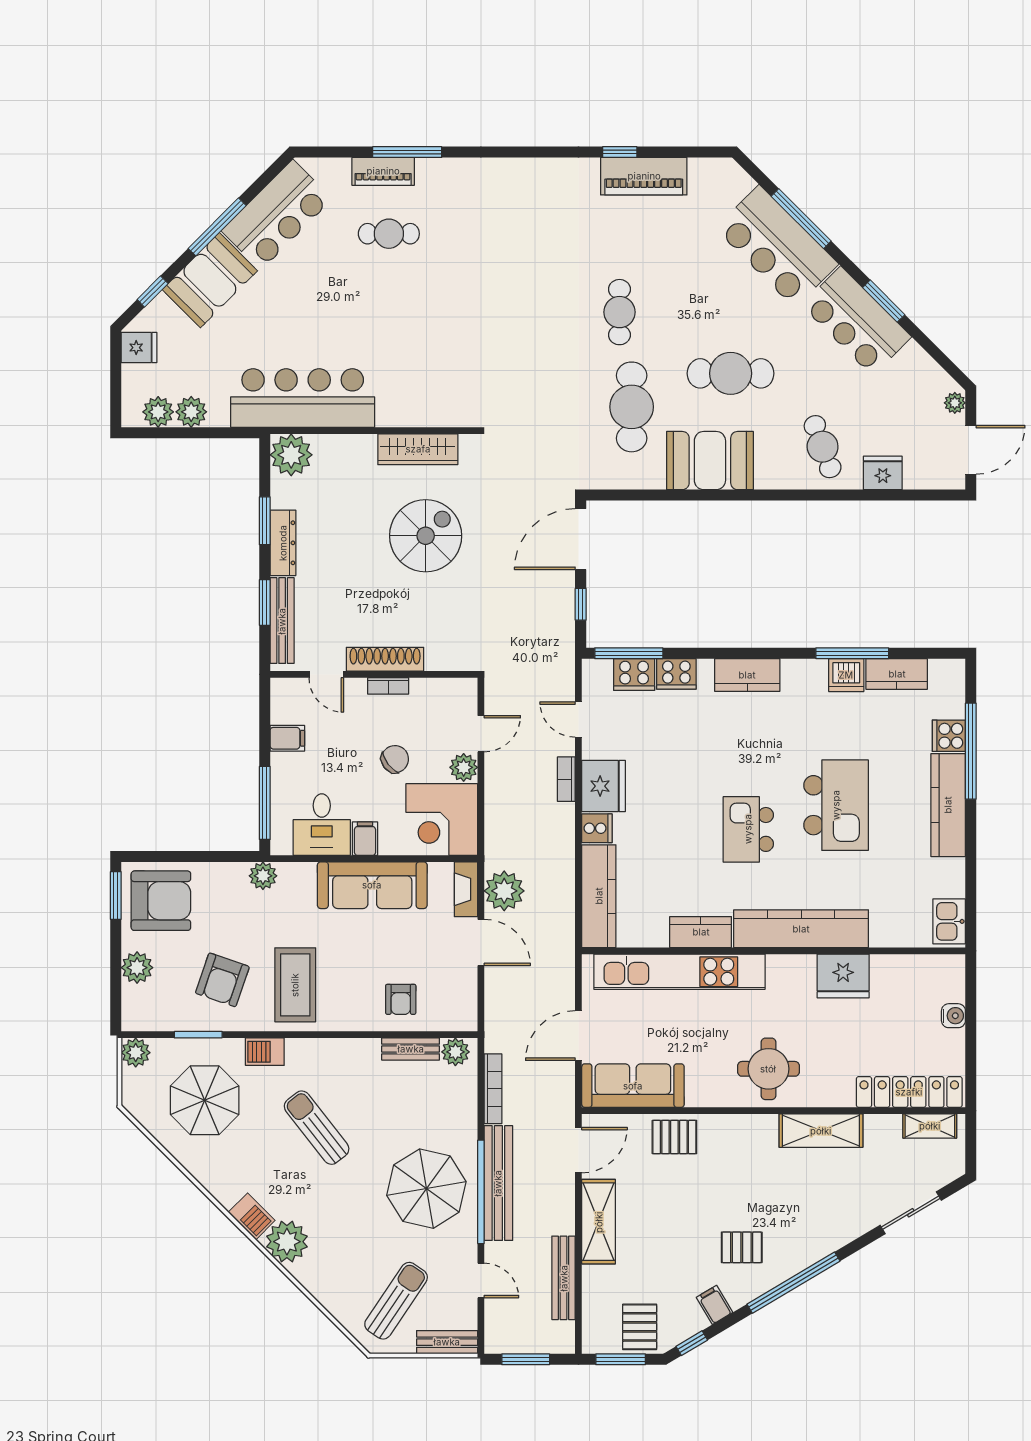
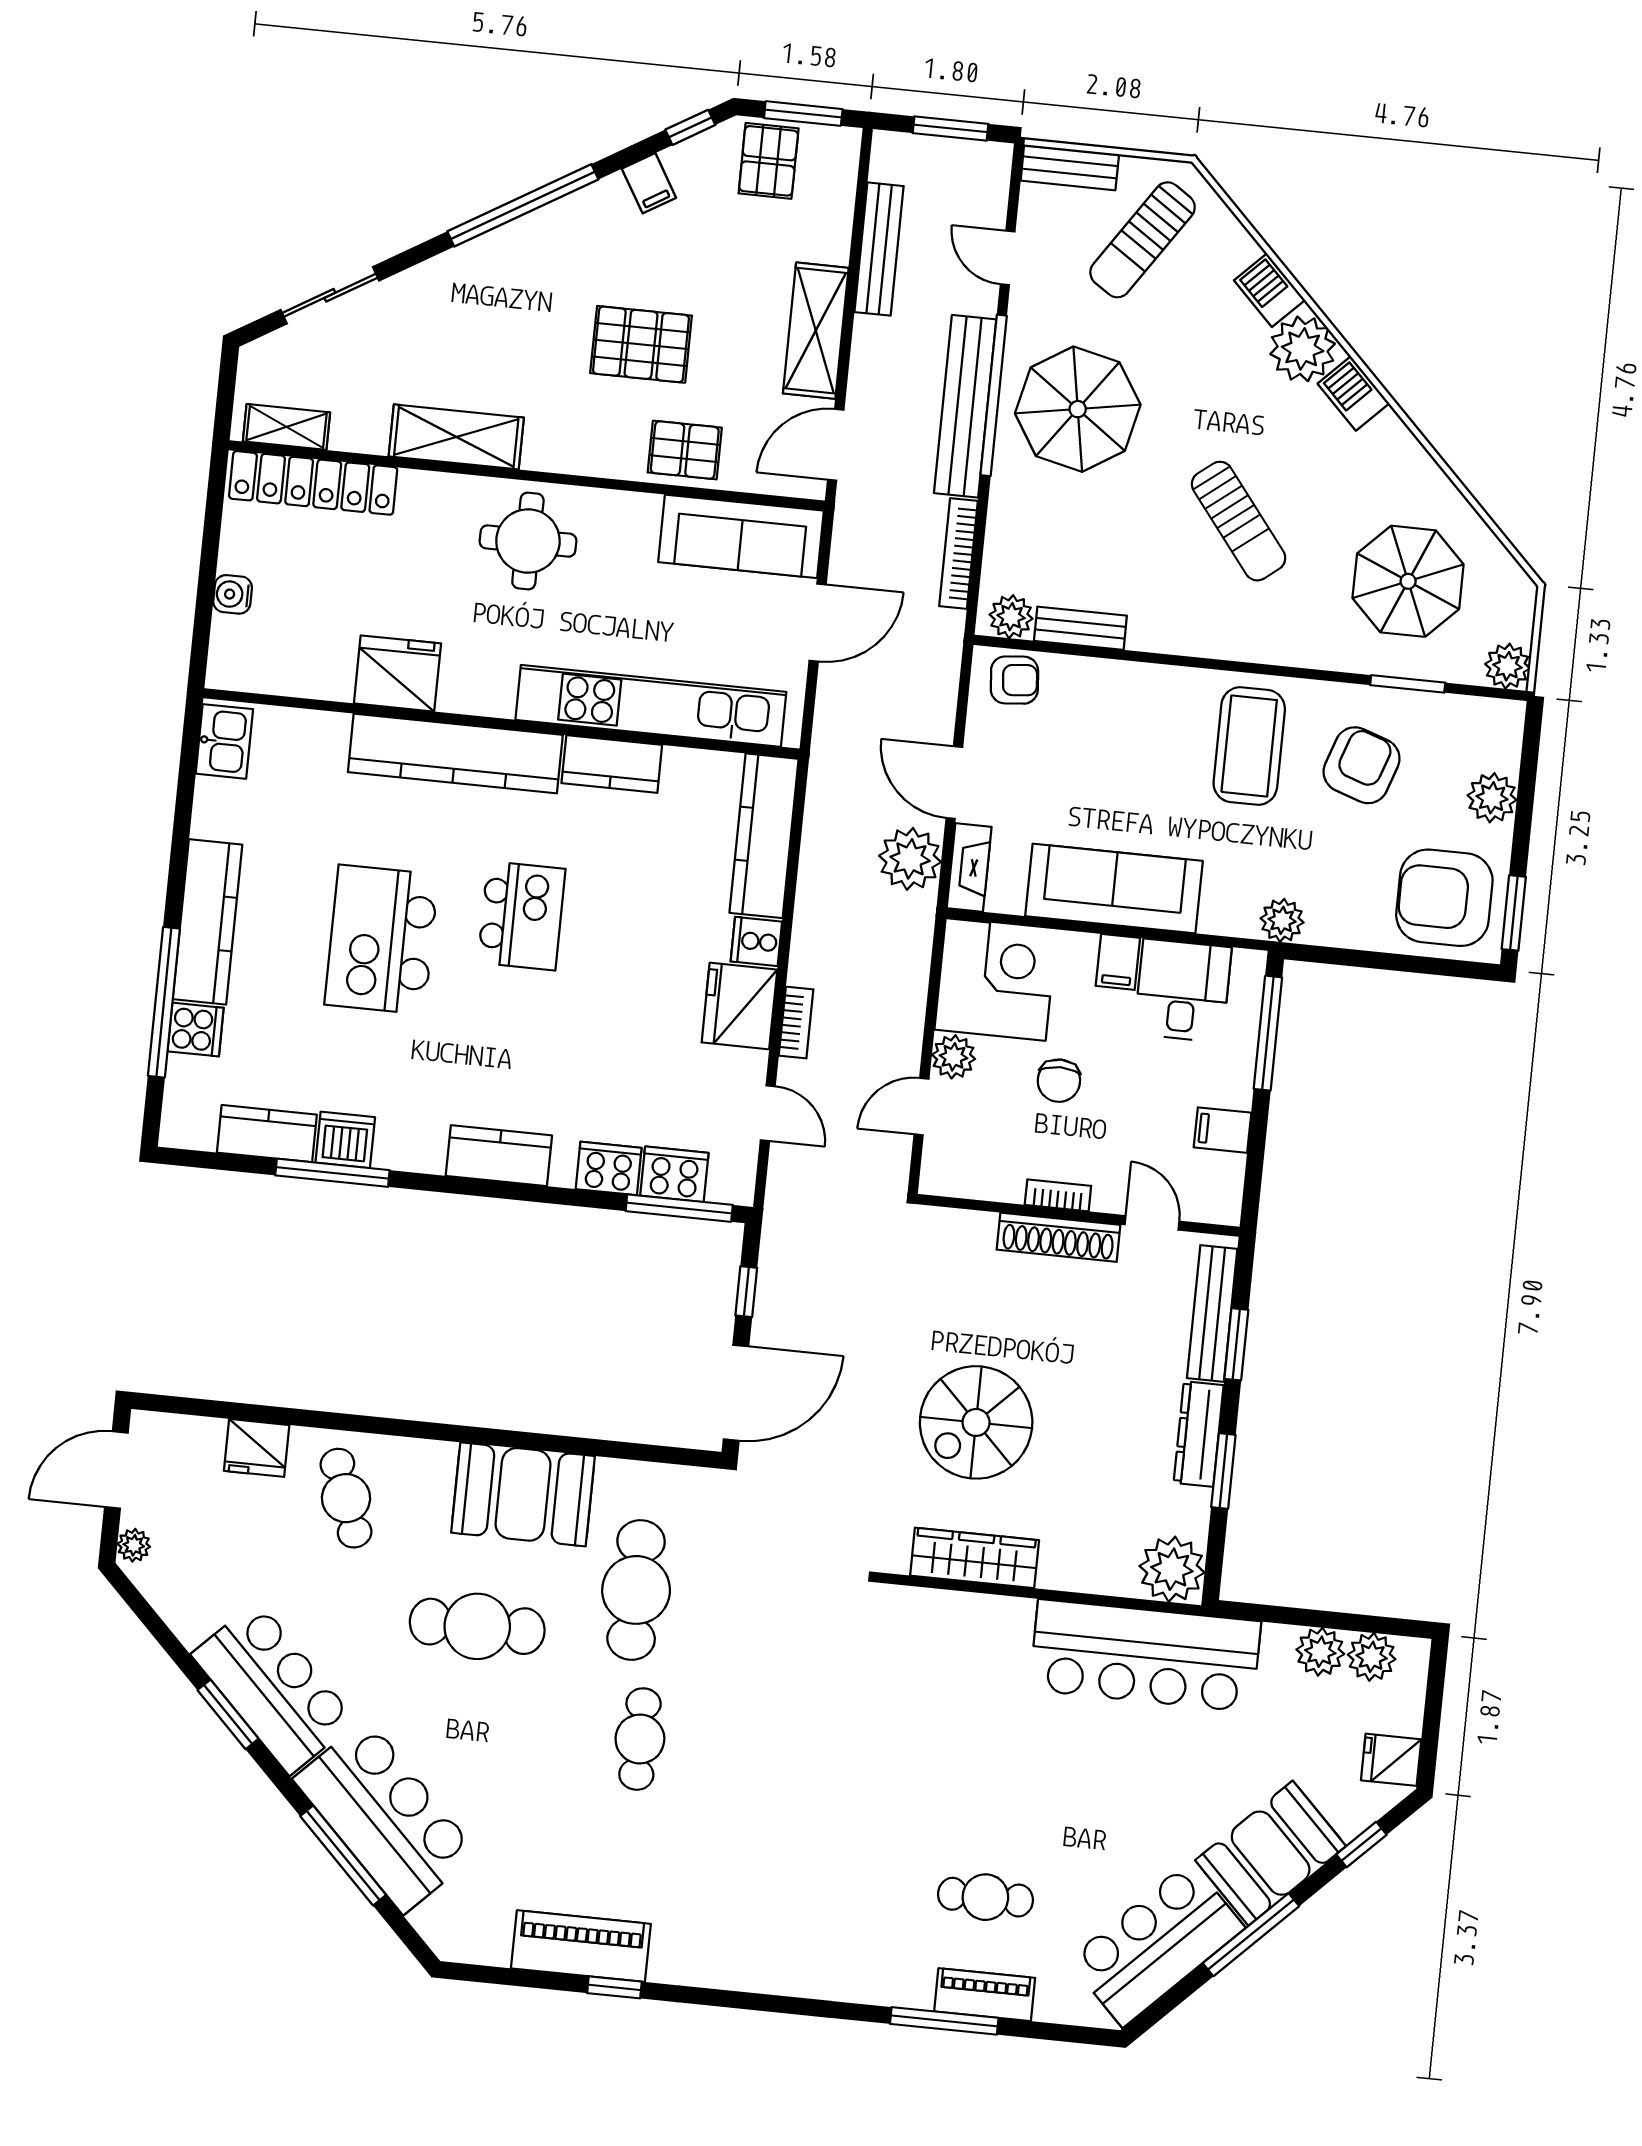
chair: (395, 759) -> (1059, 1081), turned -52
armchair: (401, 999) -> (1014, 680), moved, turned 85
barbecue: (265, 1052) -> (1269, 290), moved, turned -135
pallet: (742, 1247) -> (641, 344), moved, width x1.50, depth x1.42

